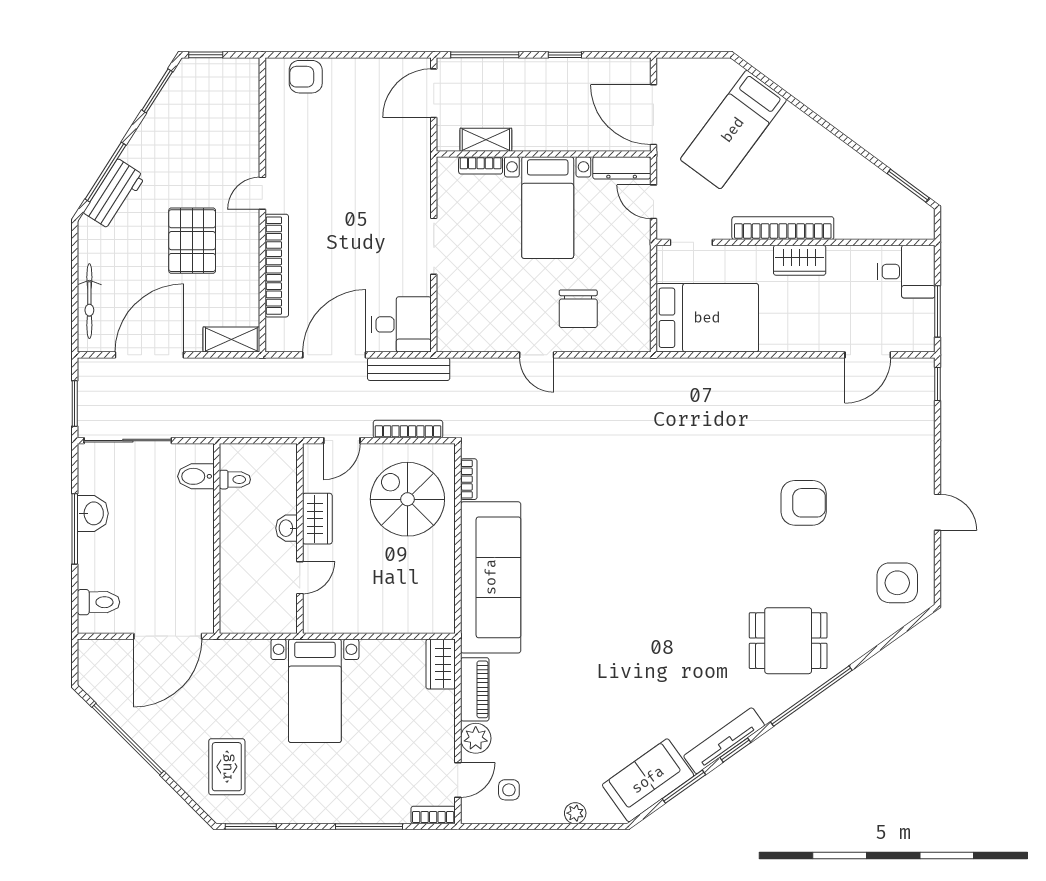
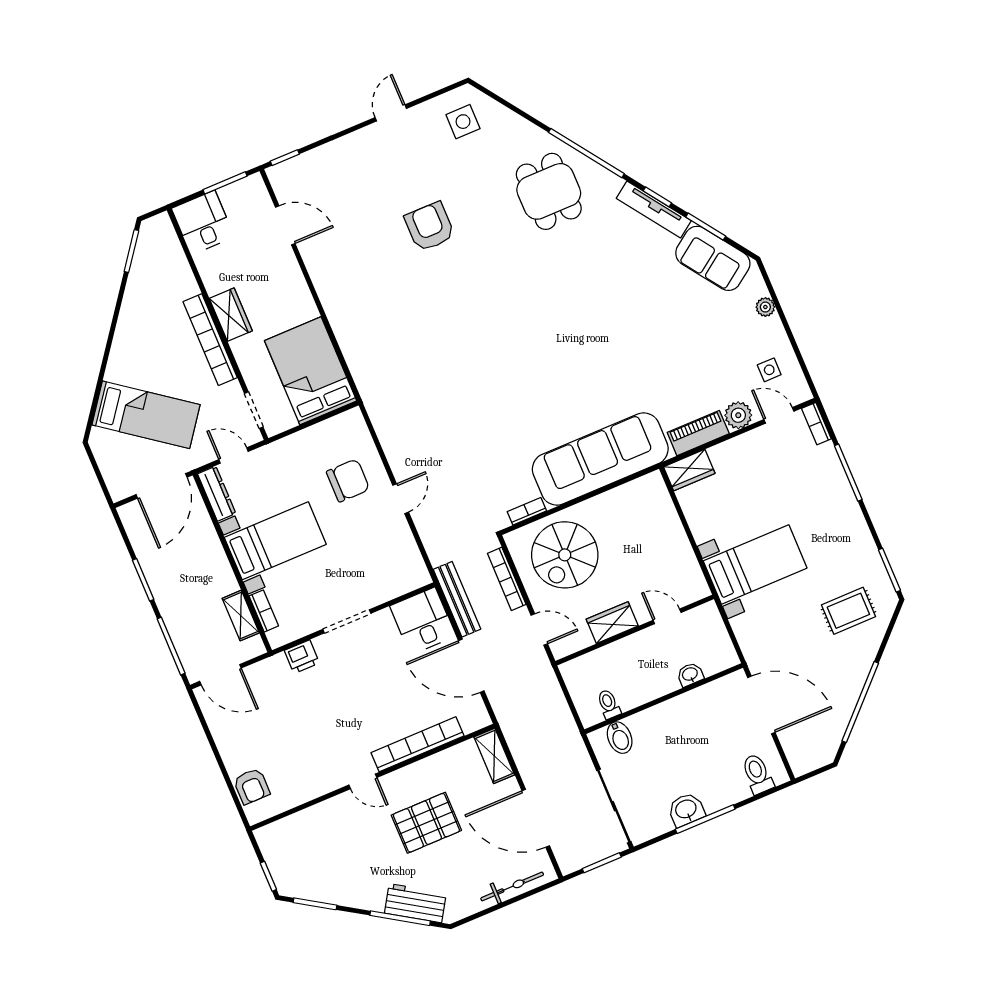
window: (565, 55) -> (143, 580), width x1.50
printer: (417, 185) -> (302, 657), added
door: (654, 202) -> (234, 456), swing flipped
washbasin: (287, 528) -> (690, 674), moved, turned 180
side table: (897, 583) -> (463, 122), width x0.73, depth x0.73

